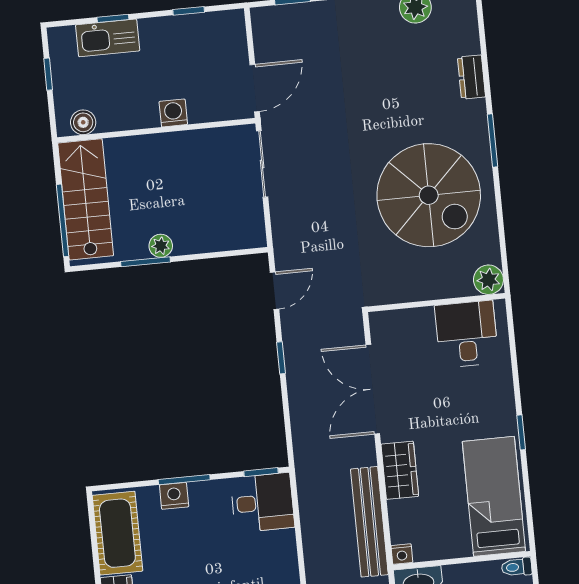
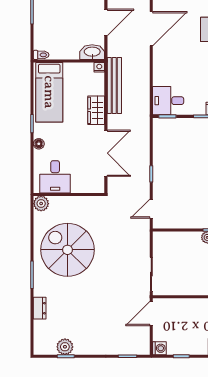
washing machine: (173, 113) -> (159, 348), moved, turned -90
floor lamp: (504, 395) -> (39, 144), added

